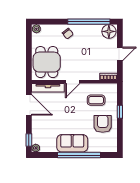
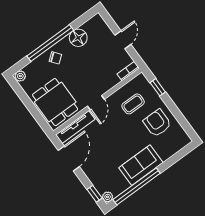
window: (89, 22) -> (50, 43), moved
floor lamp: (109, 31) -> (78, 38), moved
door: (29, 105) -> (69, 158), hinge flipped
window: (120, 112) -> (158, 87), moved
window: (79, 155) -> (137, 186), moved

